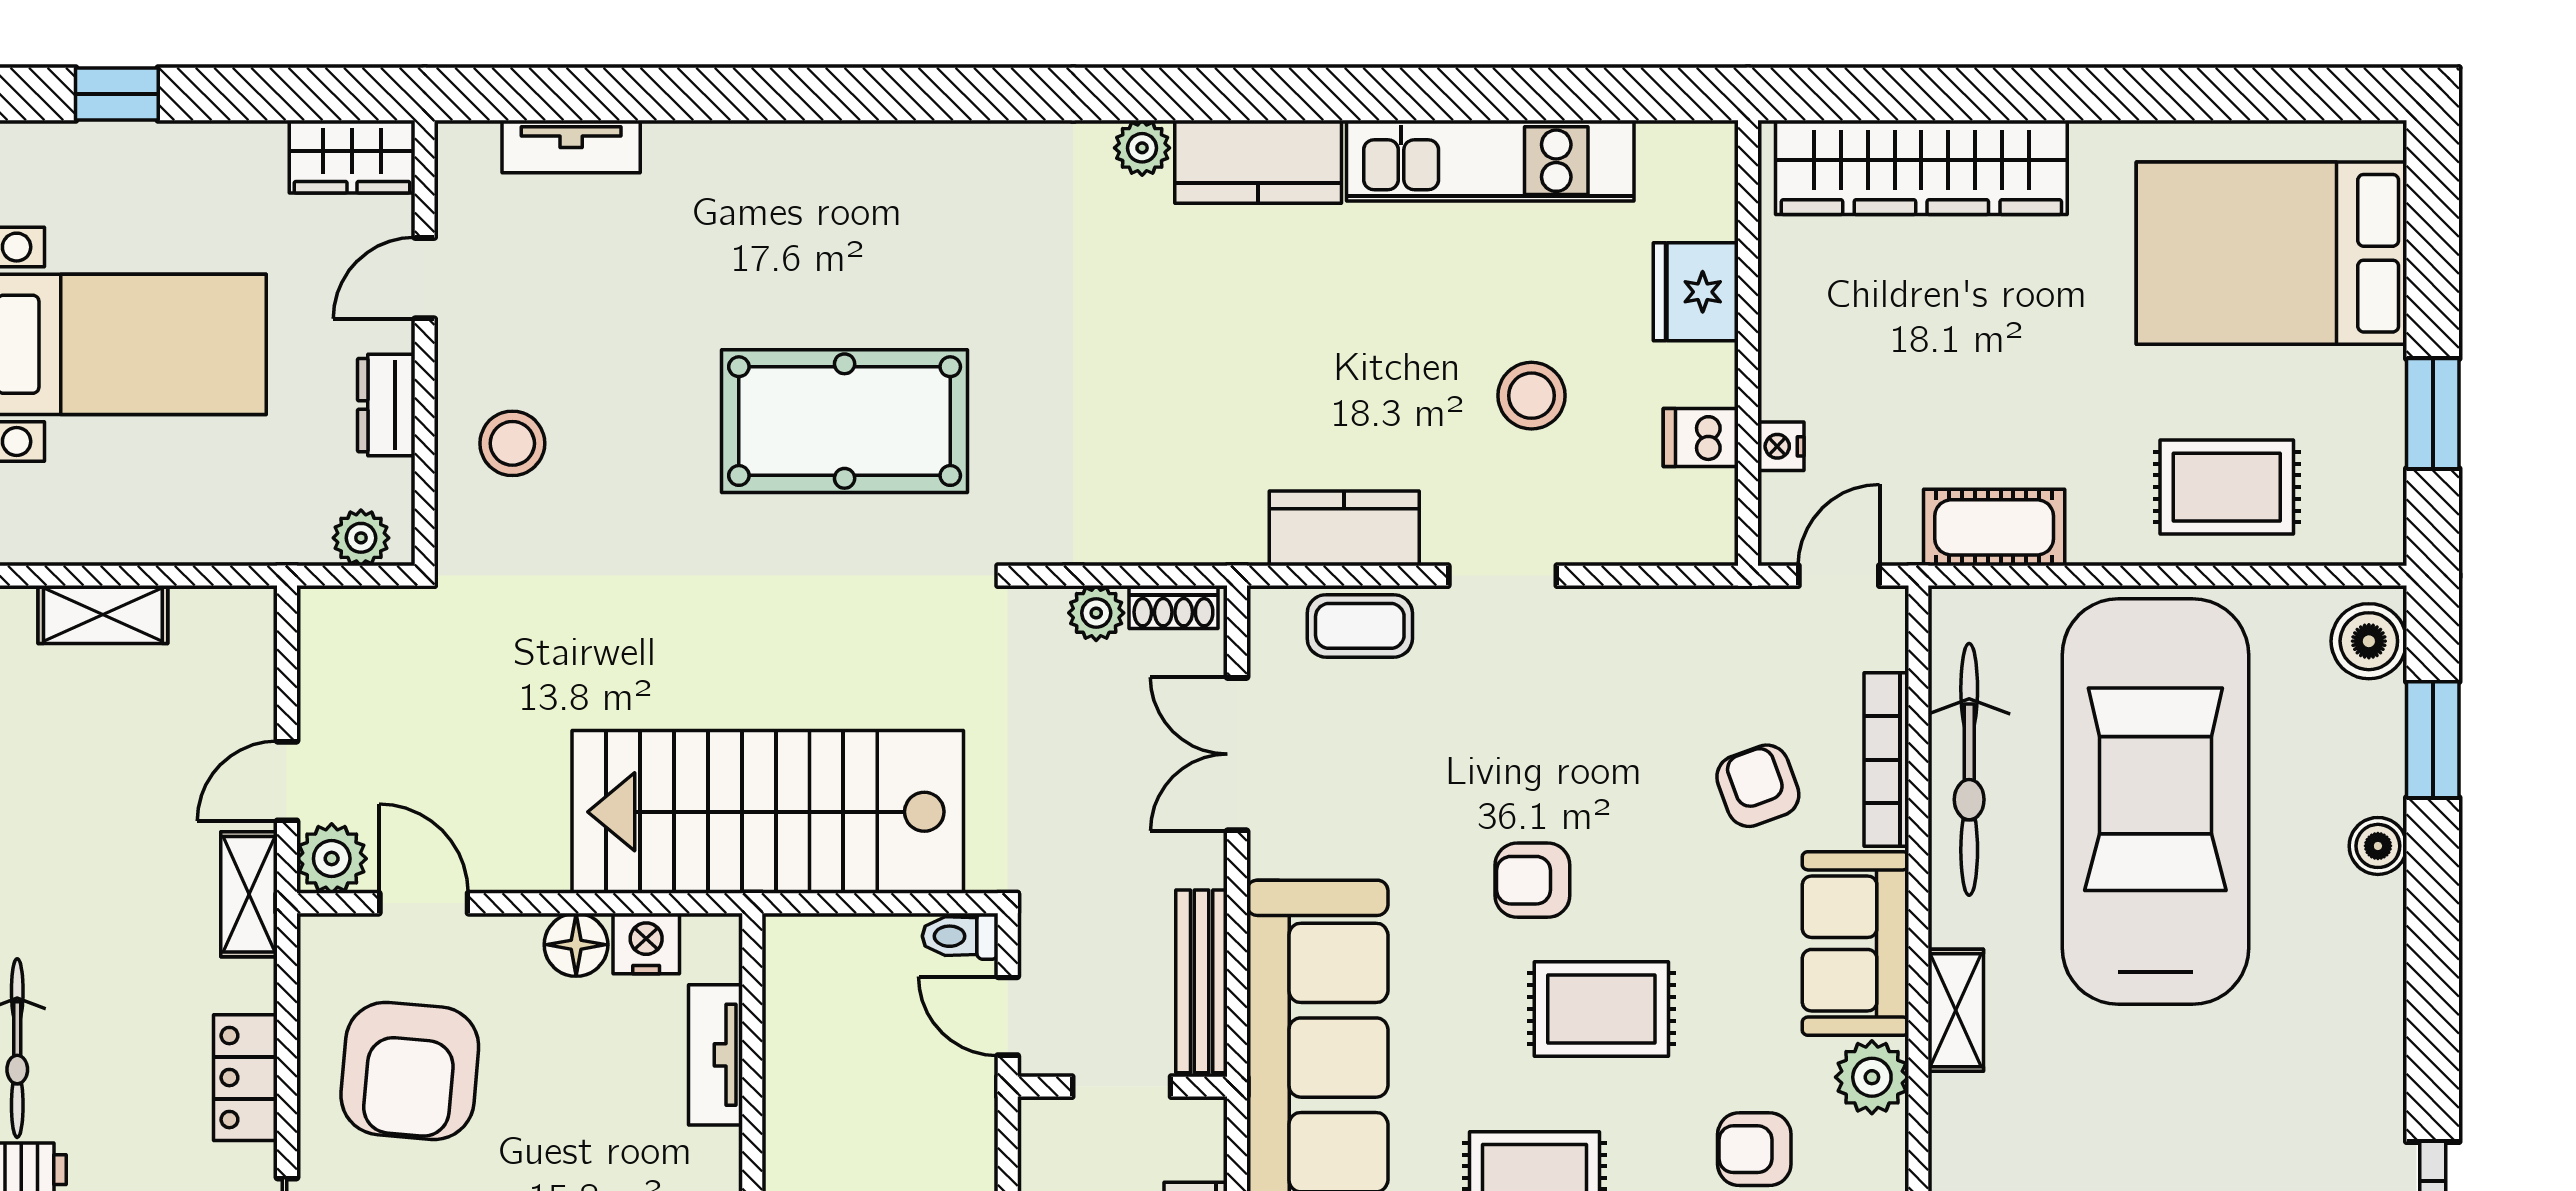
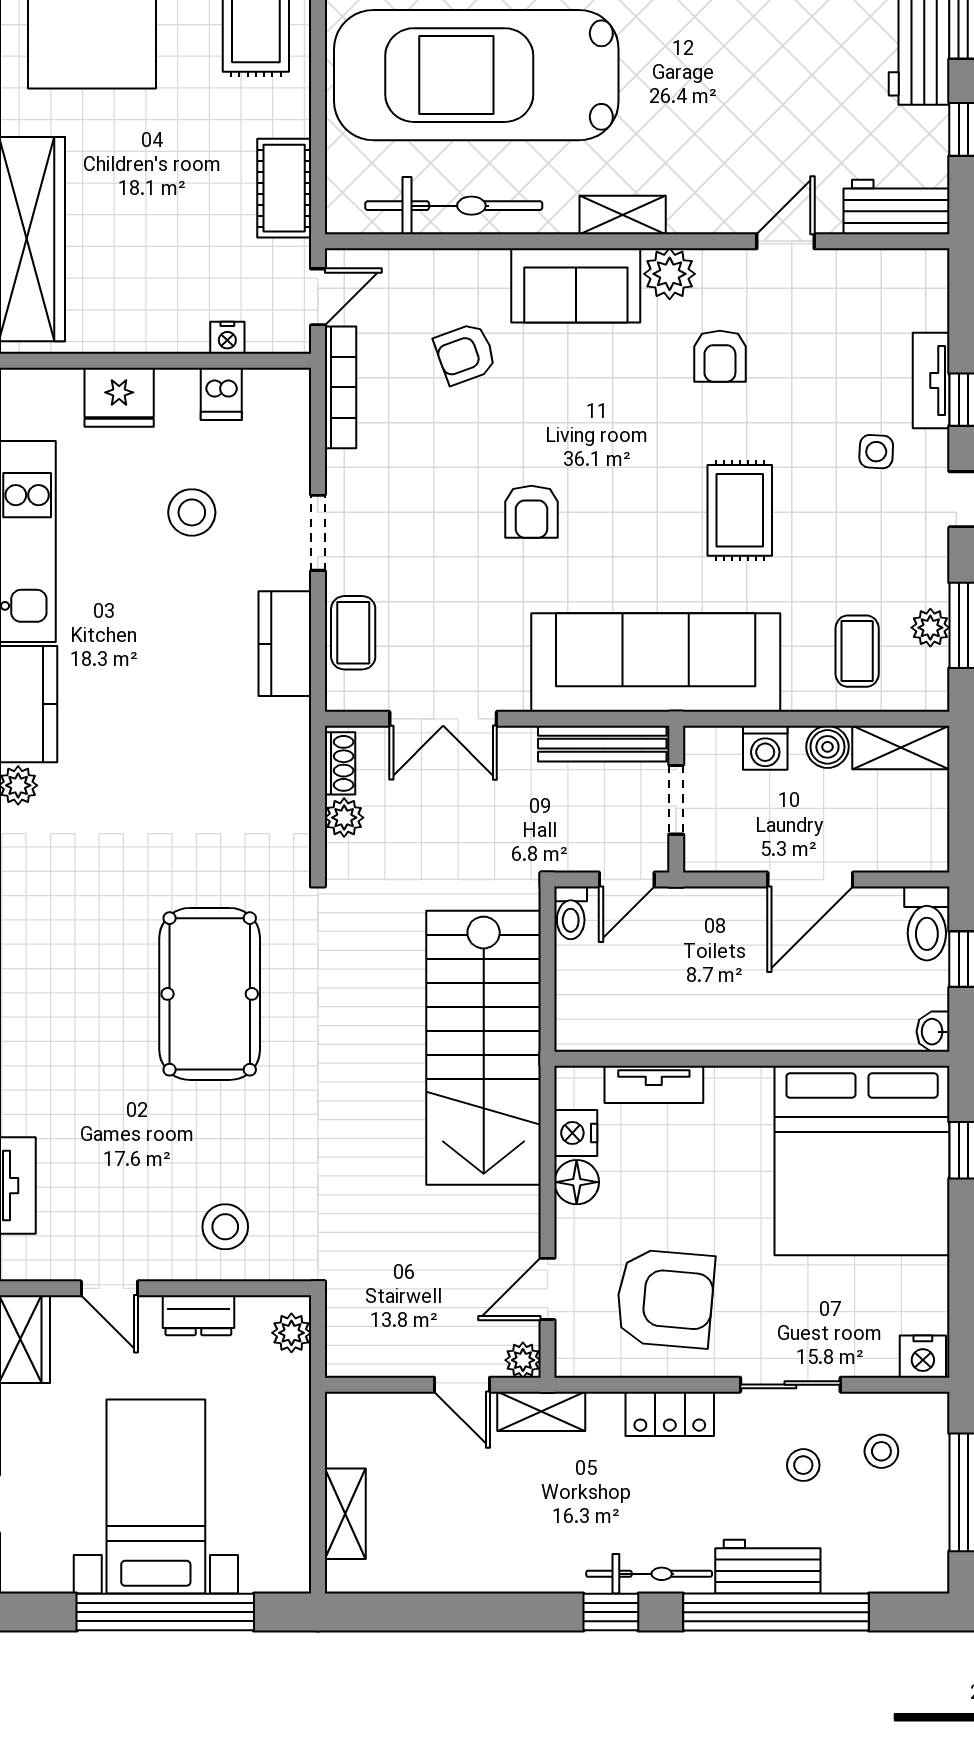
door: (1839, 576) -> (318, 297), swing flipped
bookcase: (1886, 760) -> (340, 387), moved, turned -90
plant: (332, 859) -> (523, 1360), width x0.73, depth x0.73
rug: (1601, 1009) -> (622, 463), removed

